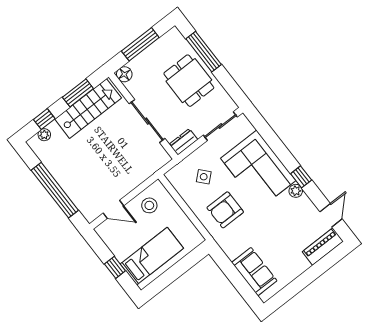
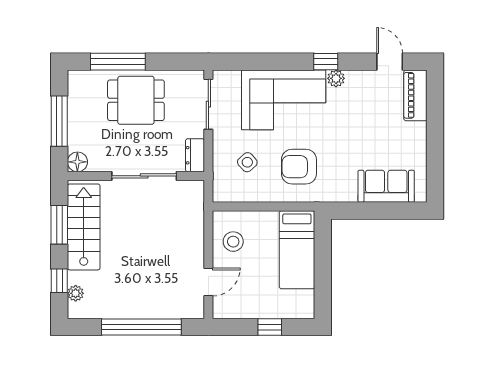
armchair: (225, 210) -> (299, 167), turned 90
bed: (152, 256) -> (297, 250), moved, turned 180

